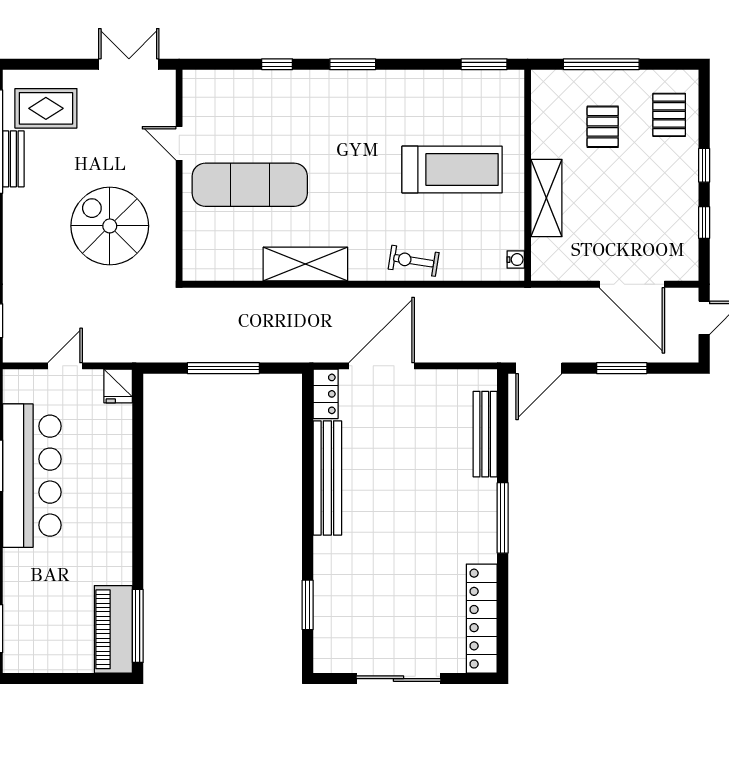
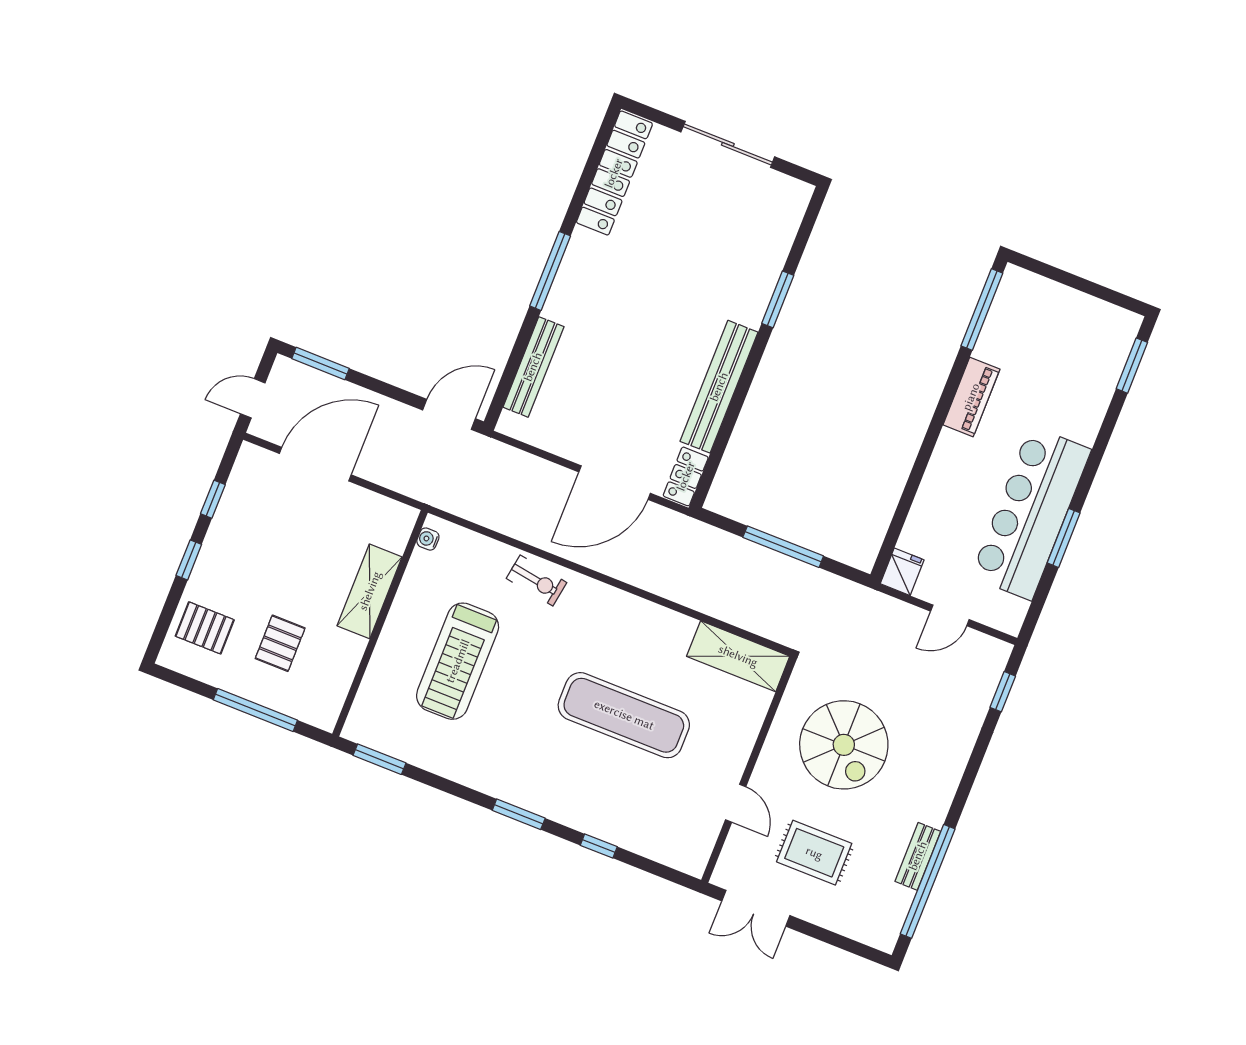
rug: (46, 108) -> (814, 853), moved
pallet: (669, 115) -> (205, 628), turned 90
treadmill: (452, 169) -> (458, 661), turned -90
exercise mat: (250, 185) -> (624, 715), moved
shelving: (305, 264) -> (738, 656), moved
door: (632, 284) -> (315, 464), hinge flipped
window: (622, 368) -> (321, 363), moved
window: (308, 605) -> (778, 299), moved
piano: (113, 629) -> (971, 397), moved, width x0.73, depth x0.75

